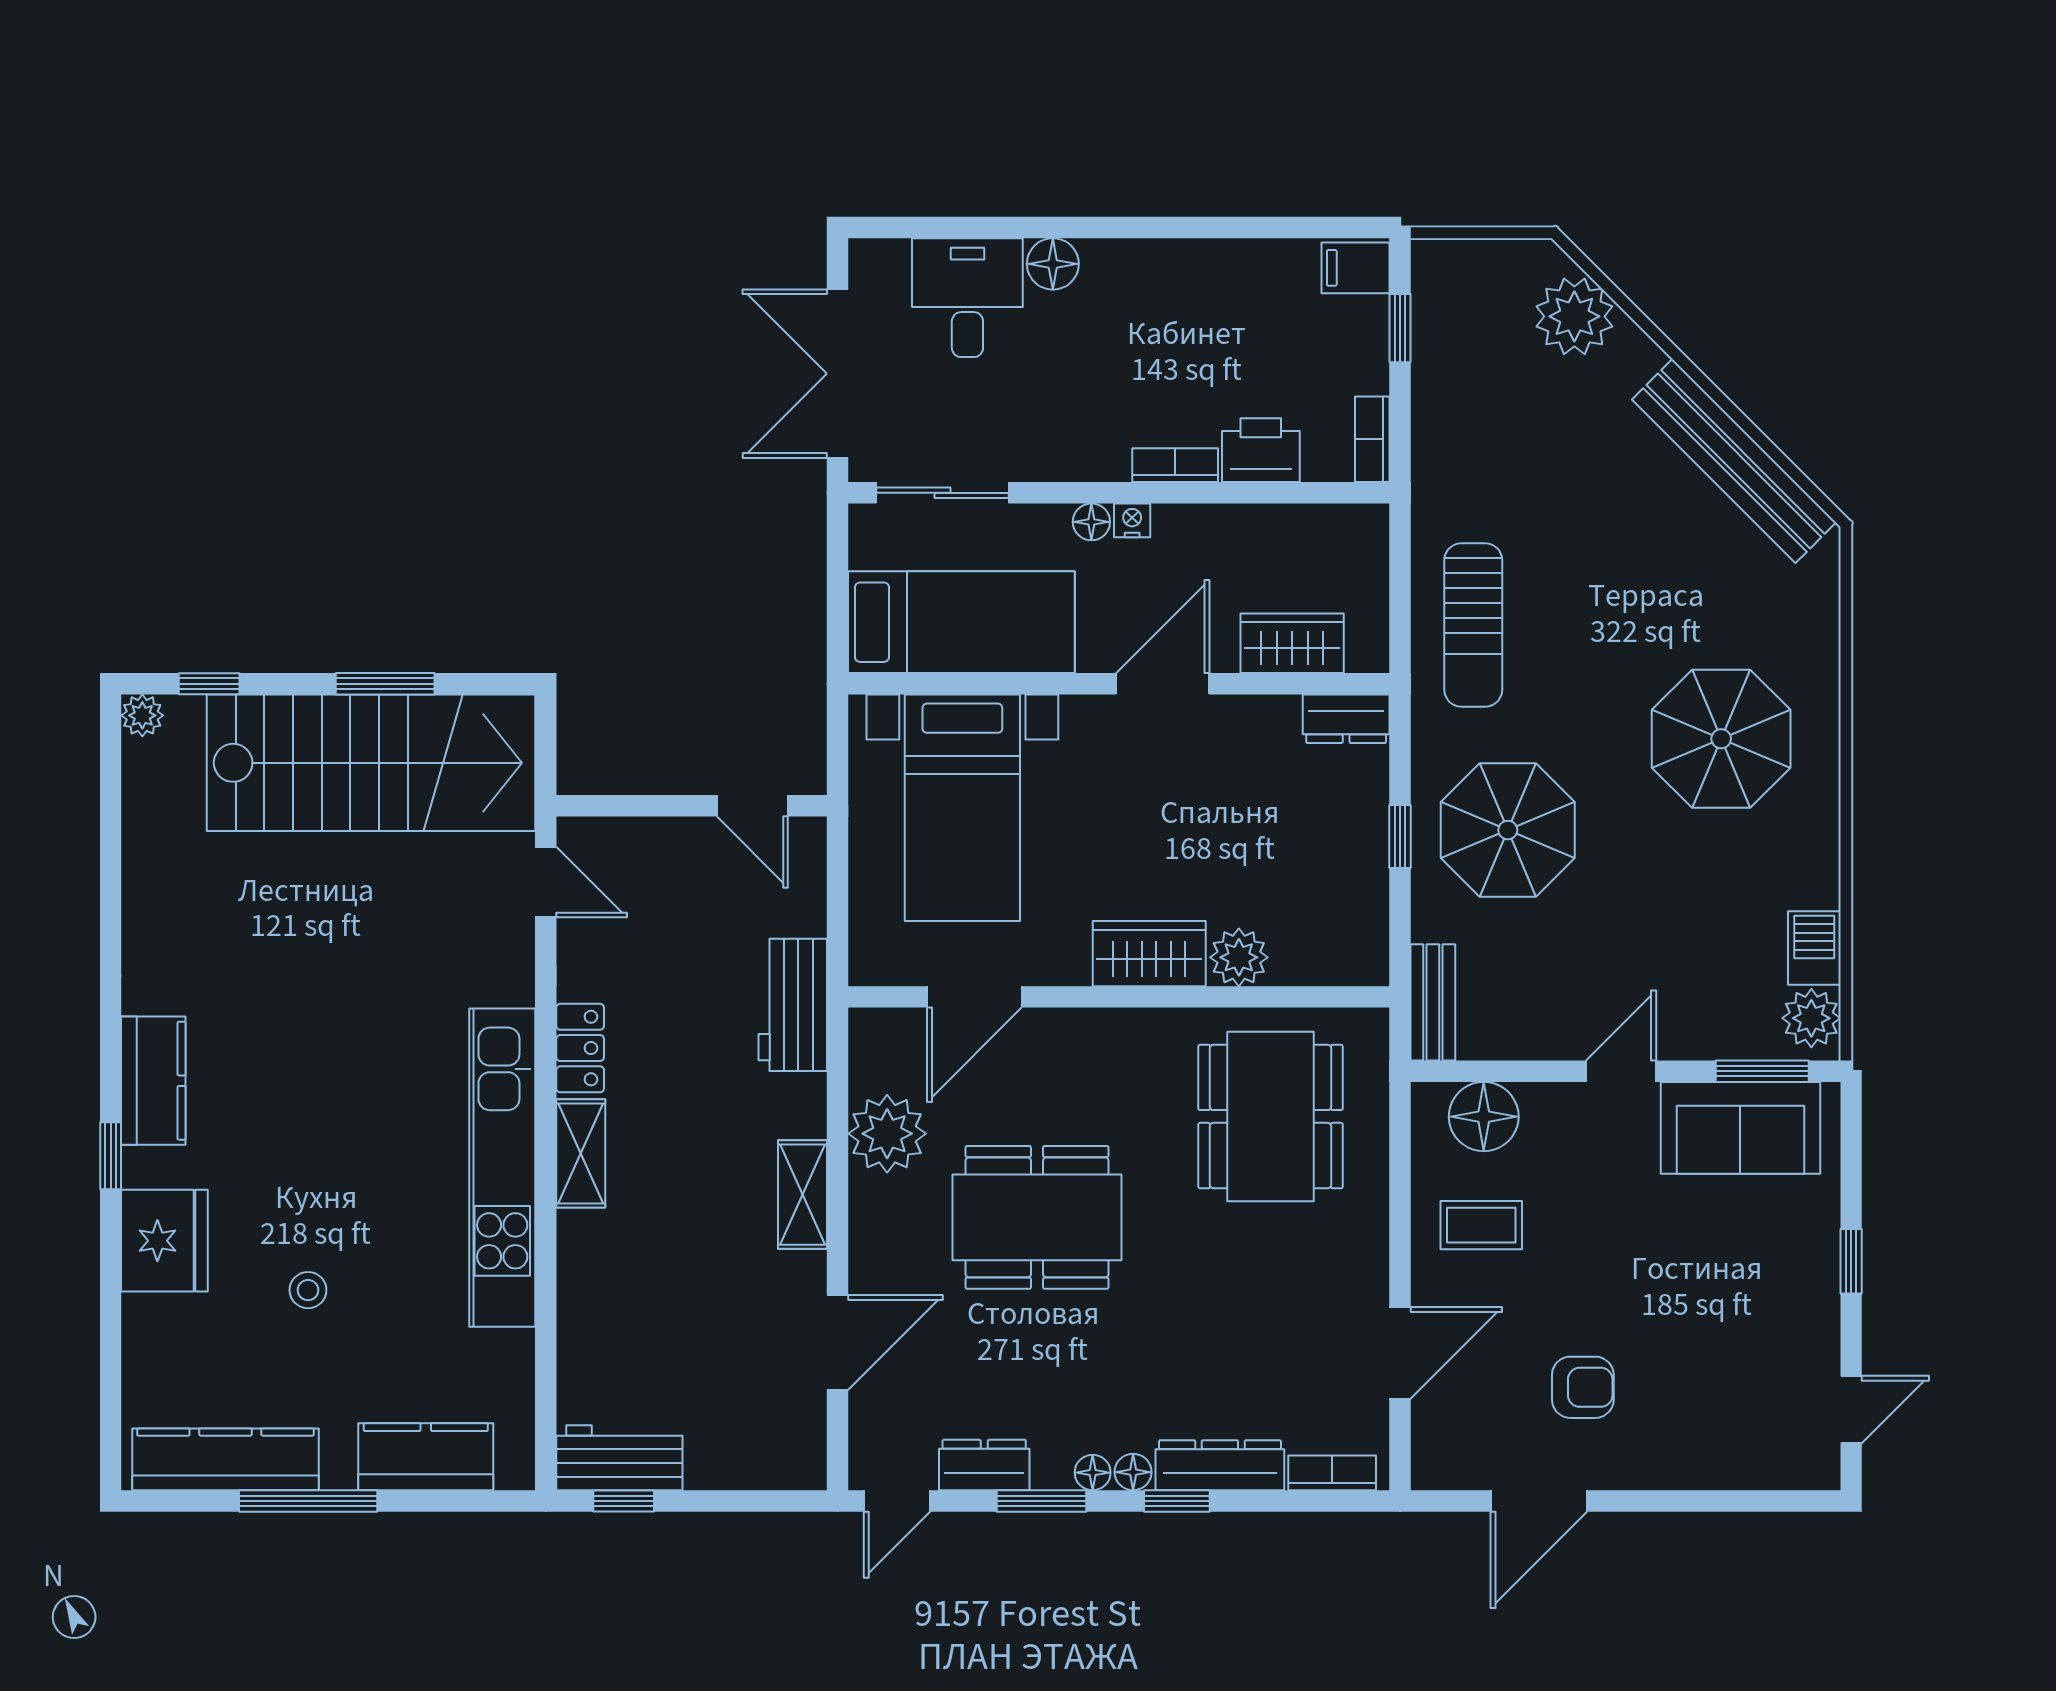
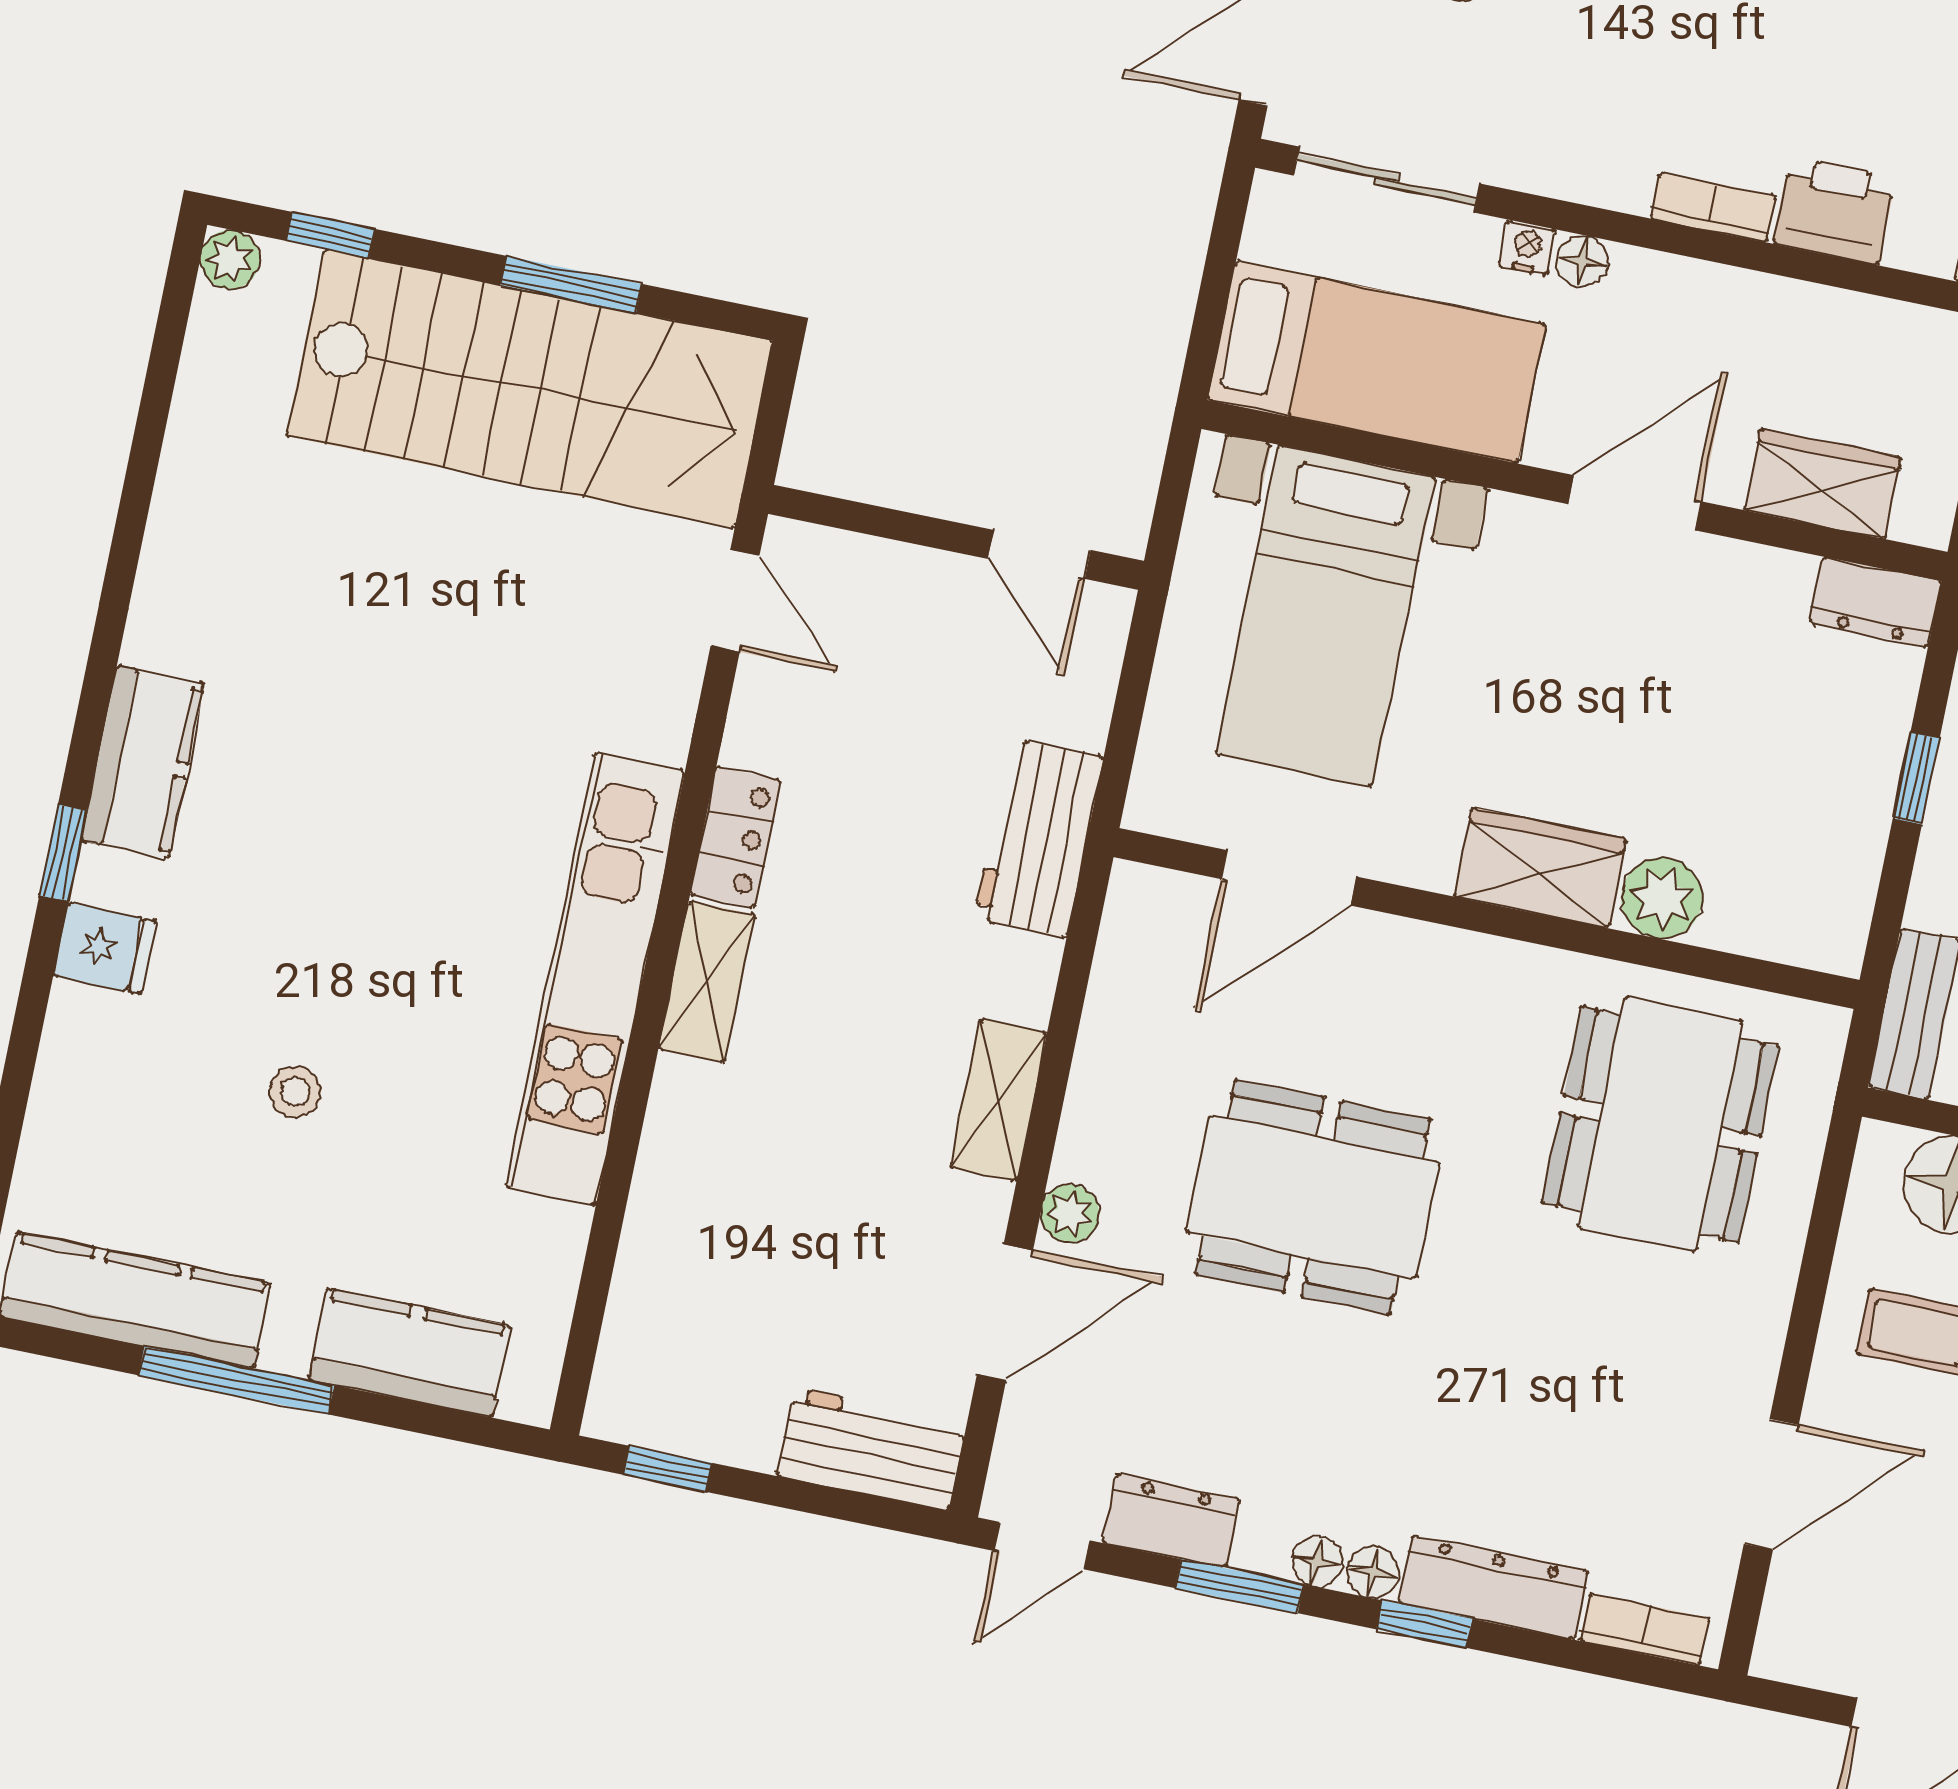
nightstand: (1132, 520) -> (1527, 248), moved
plant: (887, 1134) -> (1070, 1213), moved, width x0.53, depth x0.53
fridge: (164, 1241) -> (105, 948), width x0.53, depth x0.75
workbench: (619, 1458) -> (872, 1449), moved

